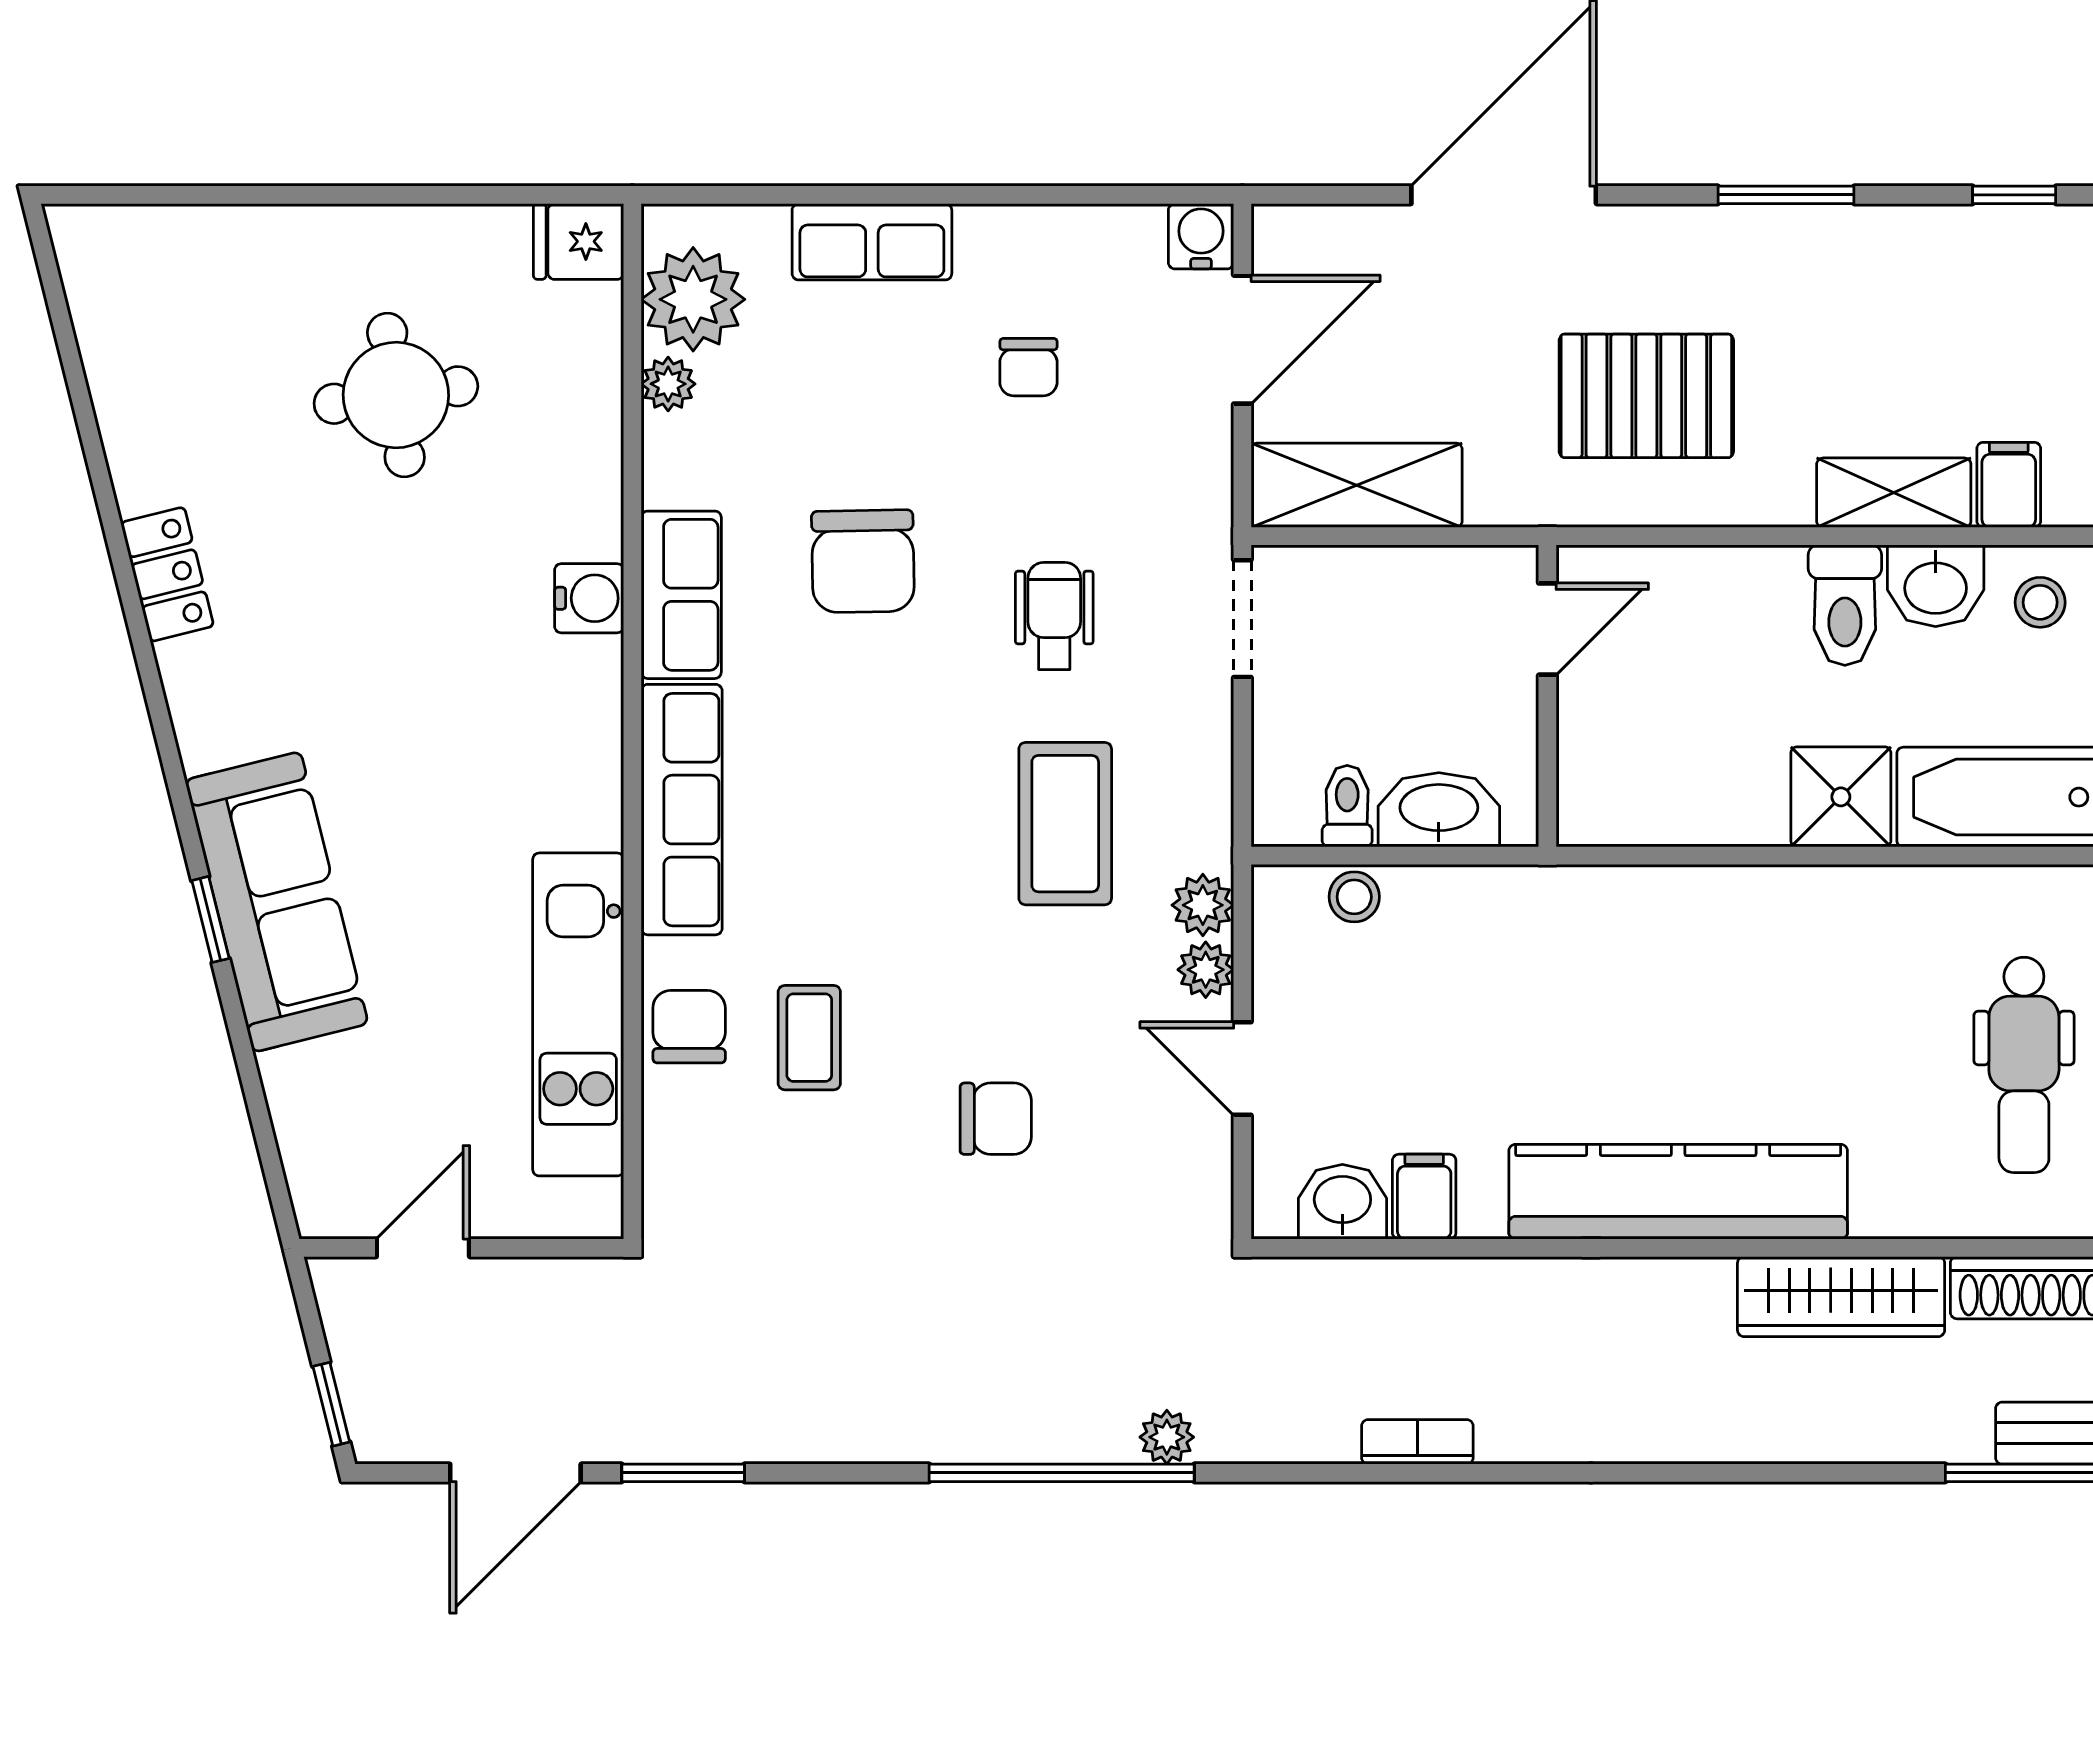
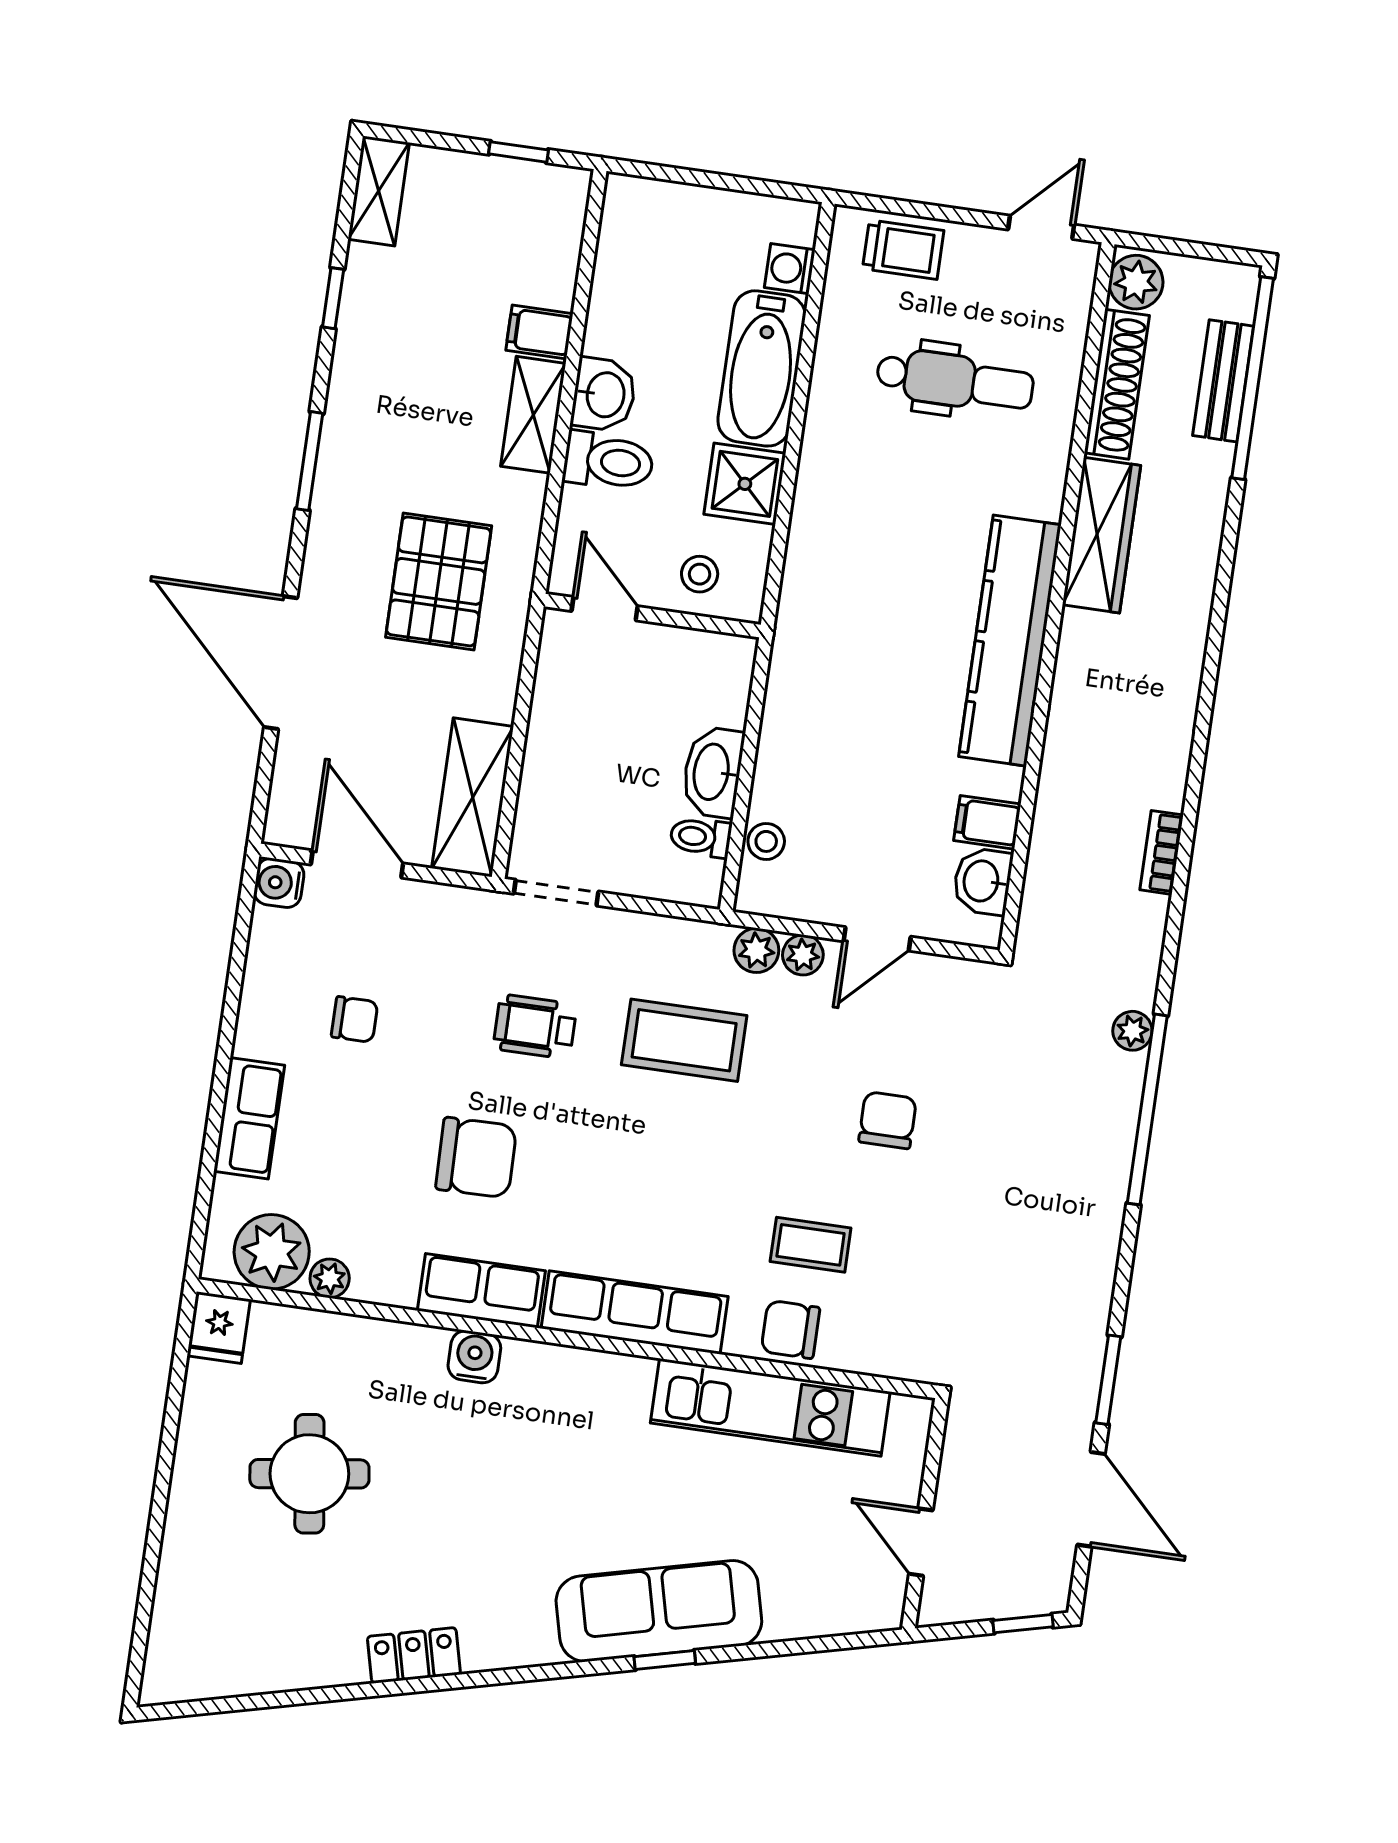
stool: (2040, 602) -> (700, 574), moved
door: (1547, 629) -> (605, 609), moved
wall: (1547, 696) -> (652, 616), moved

